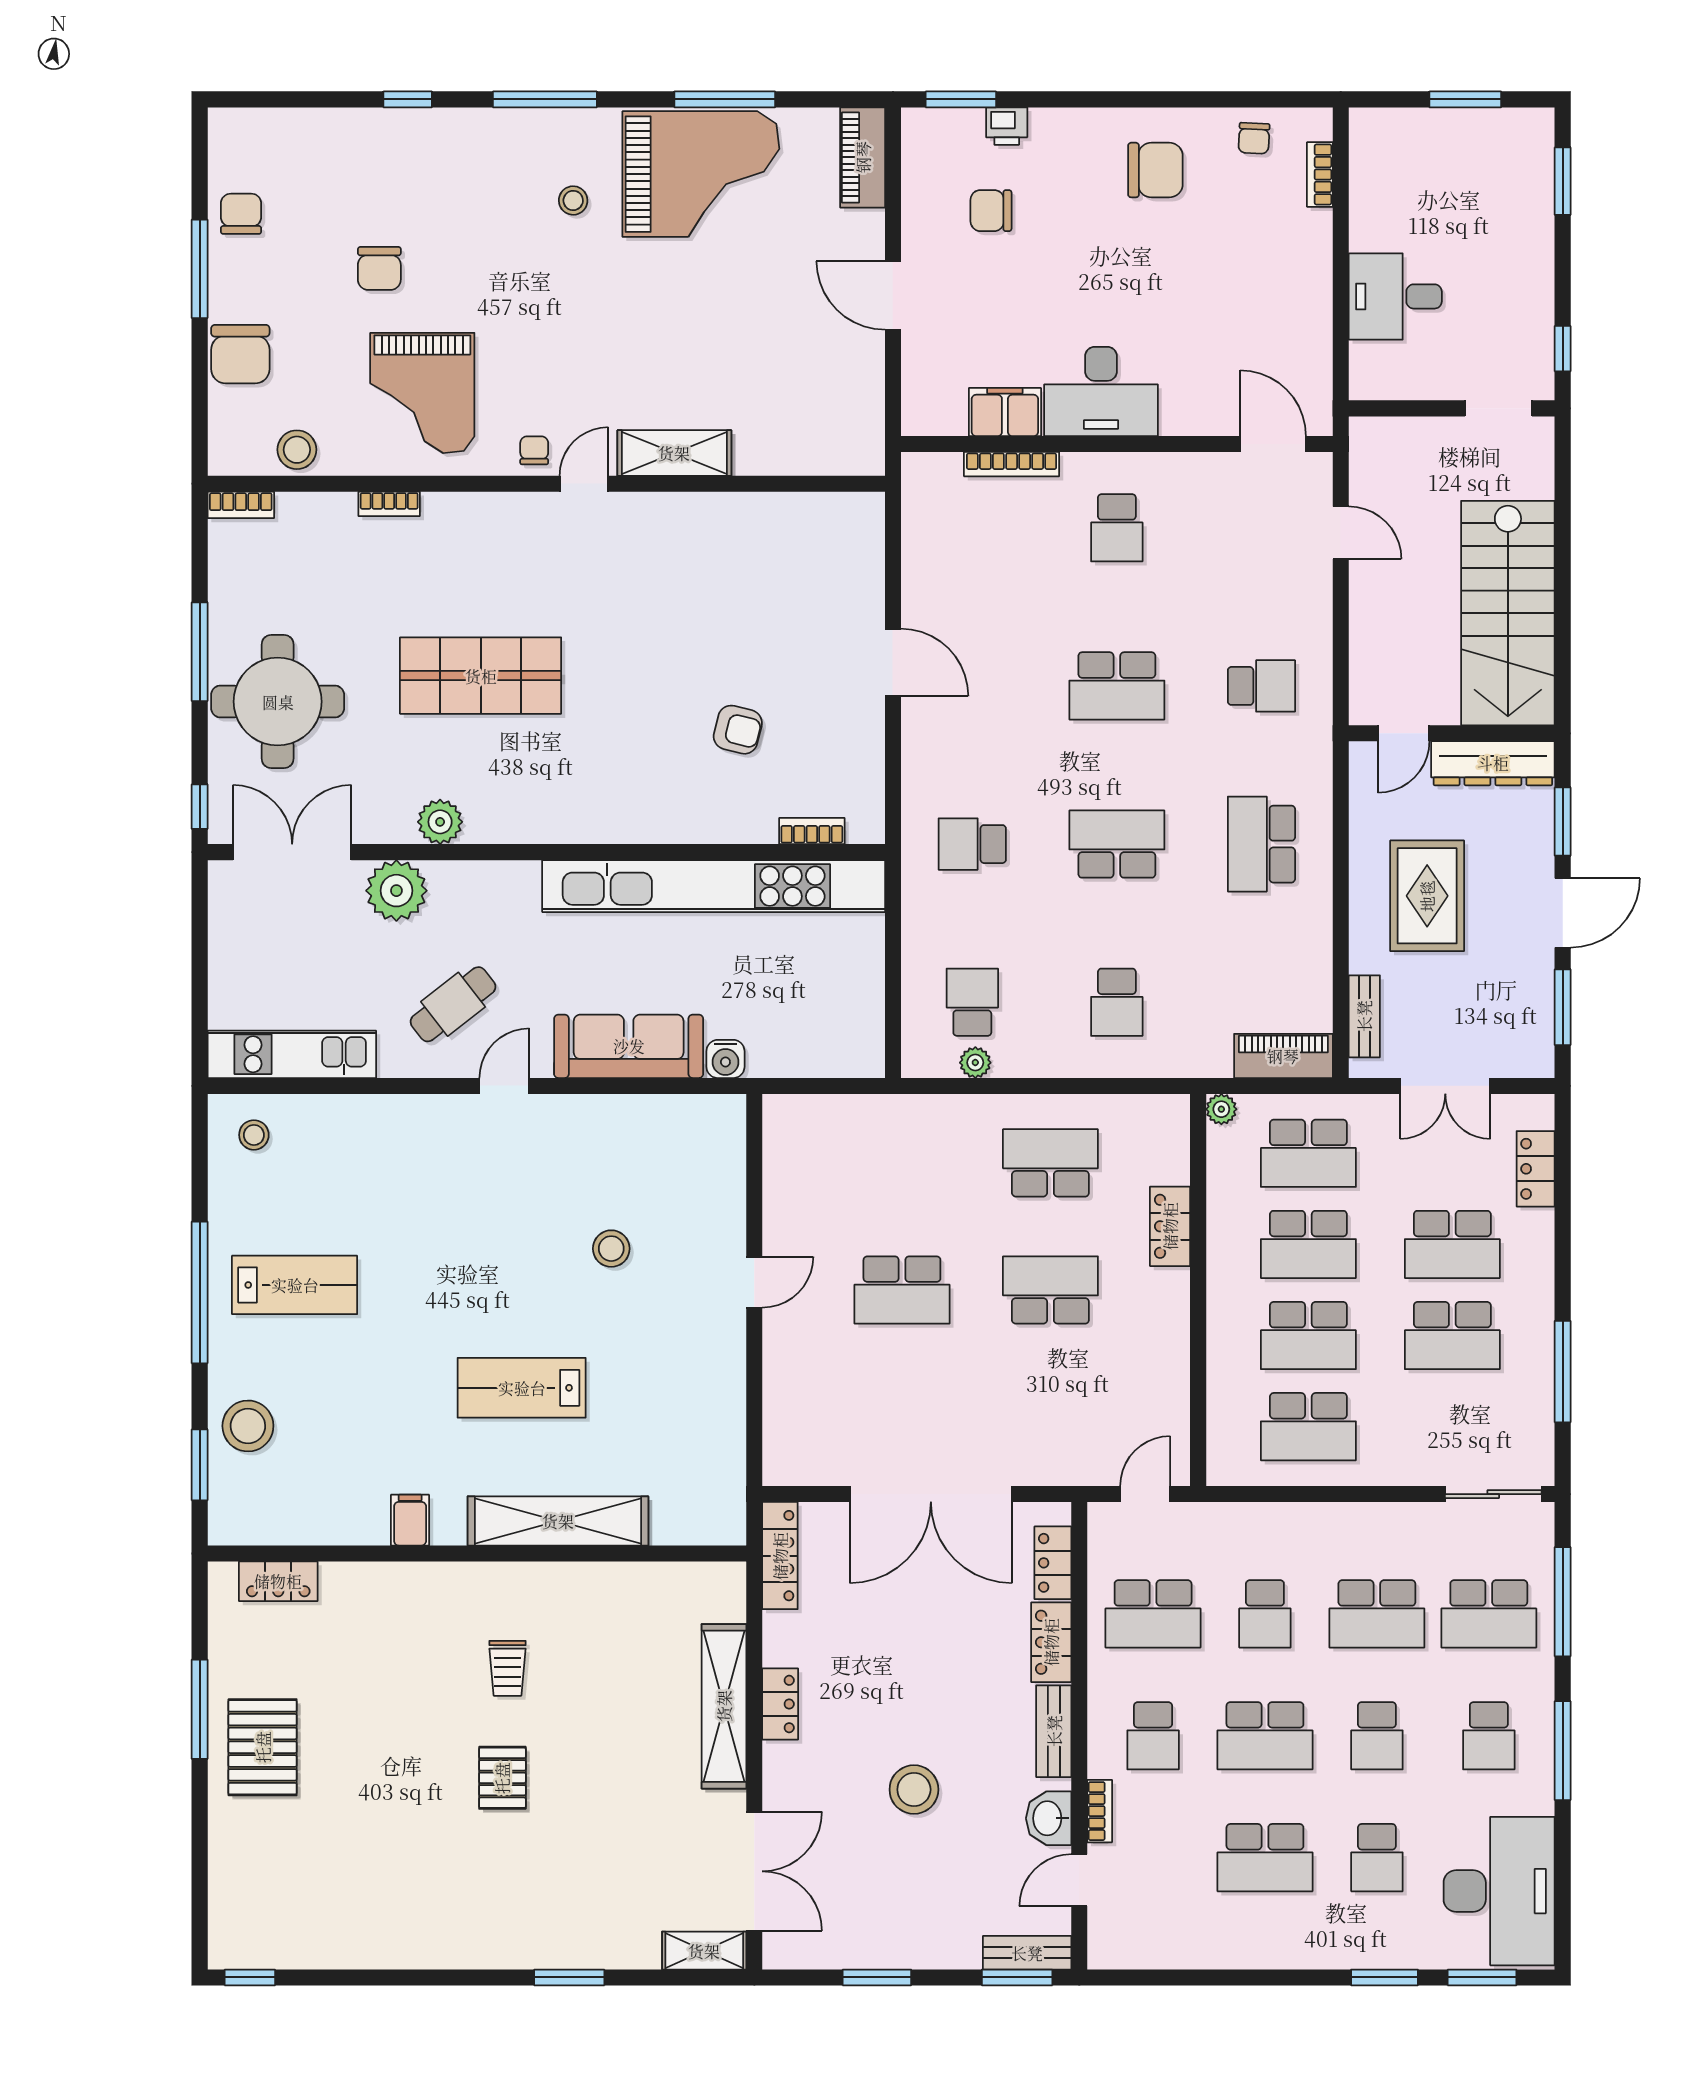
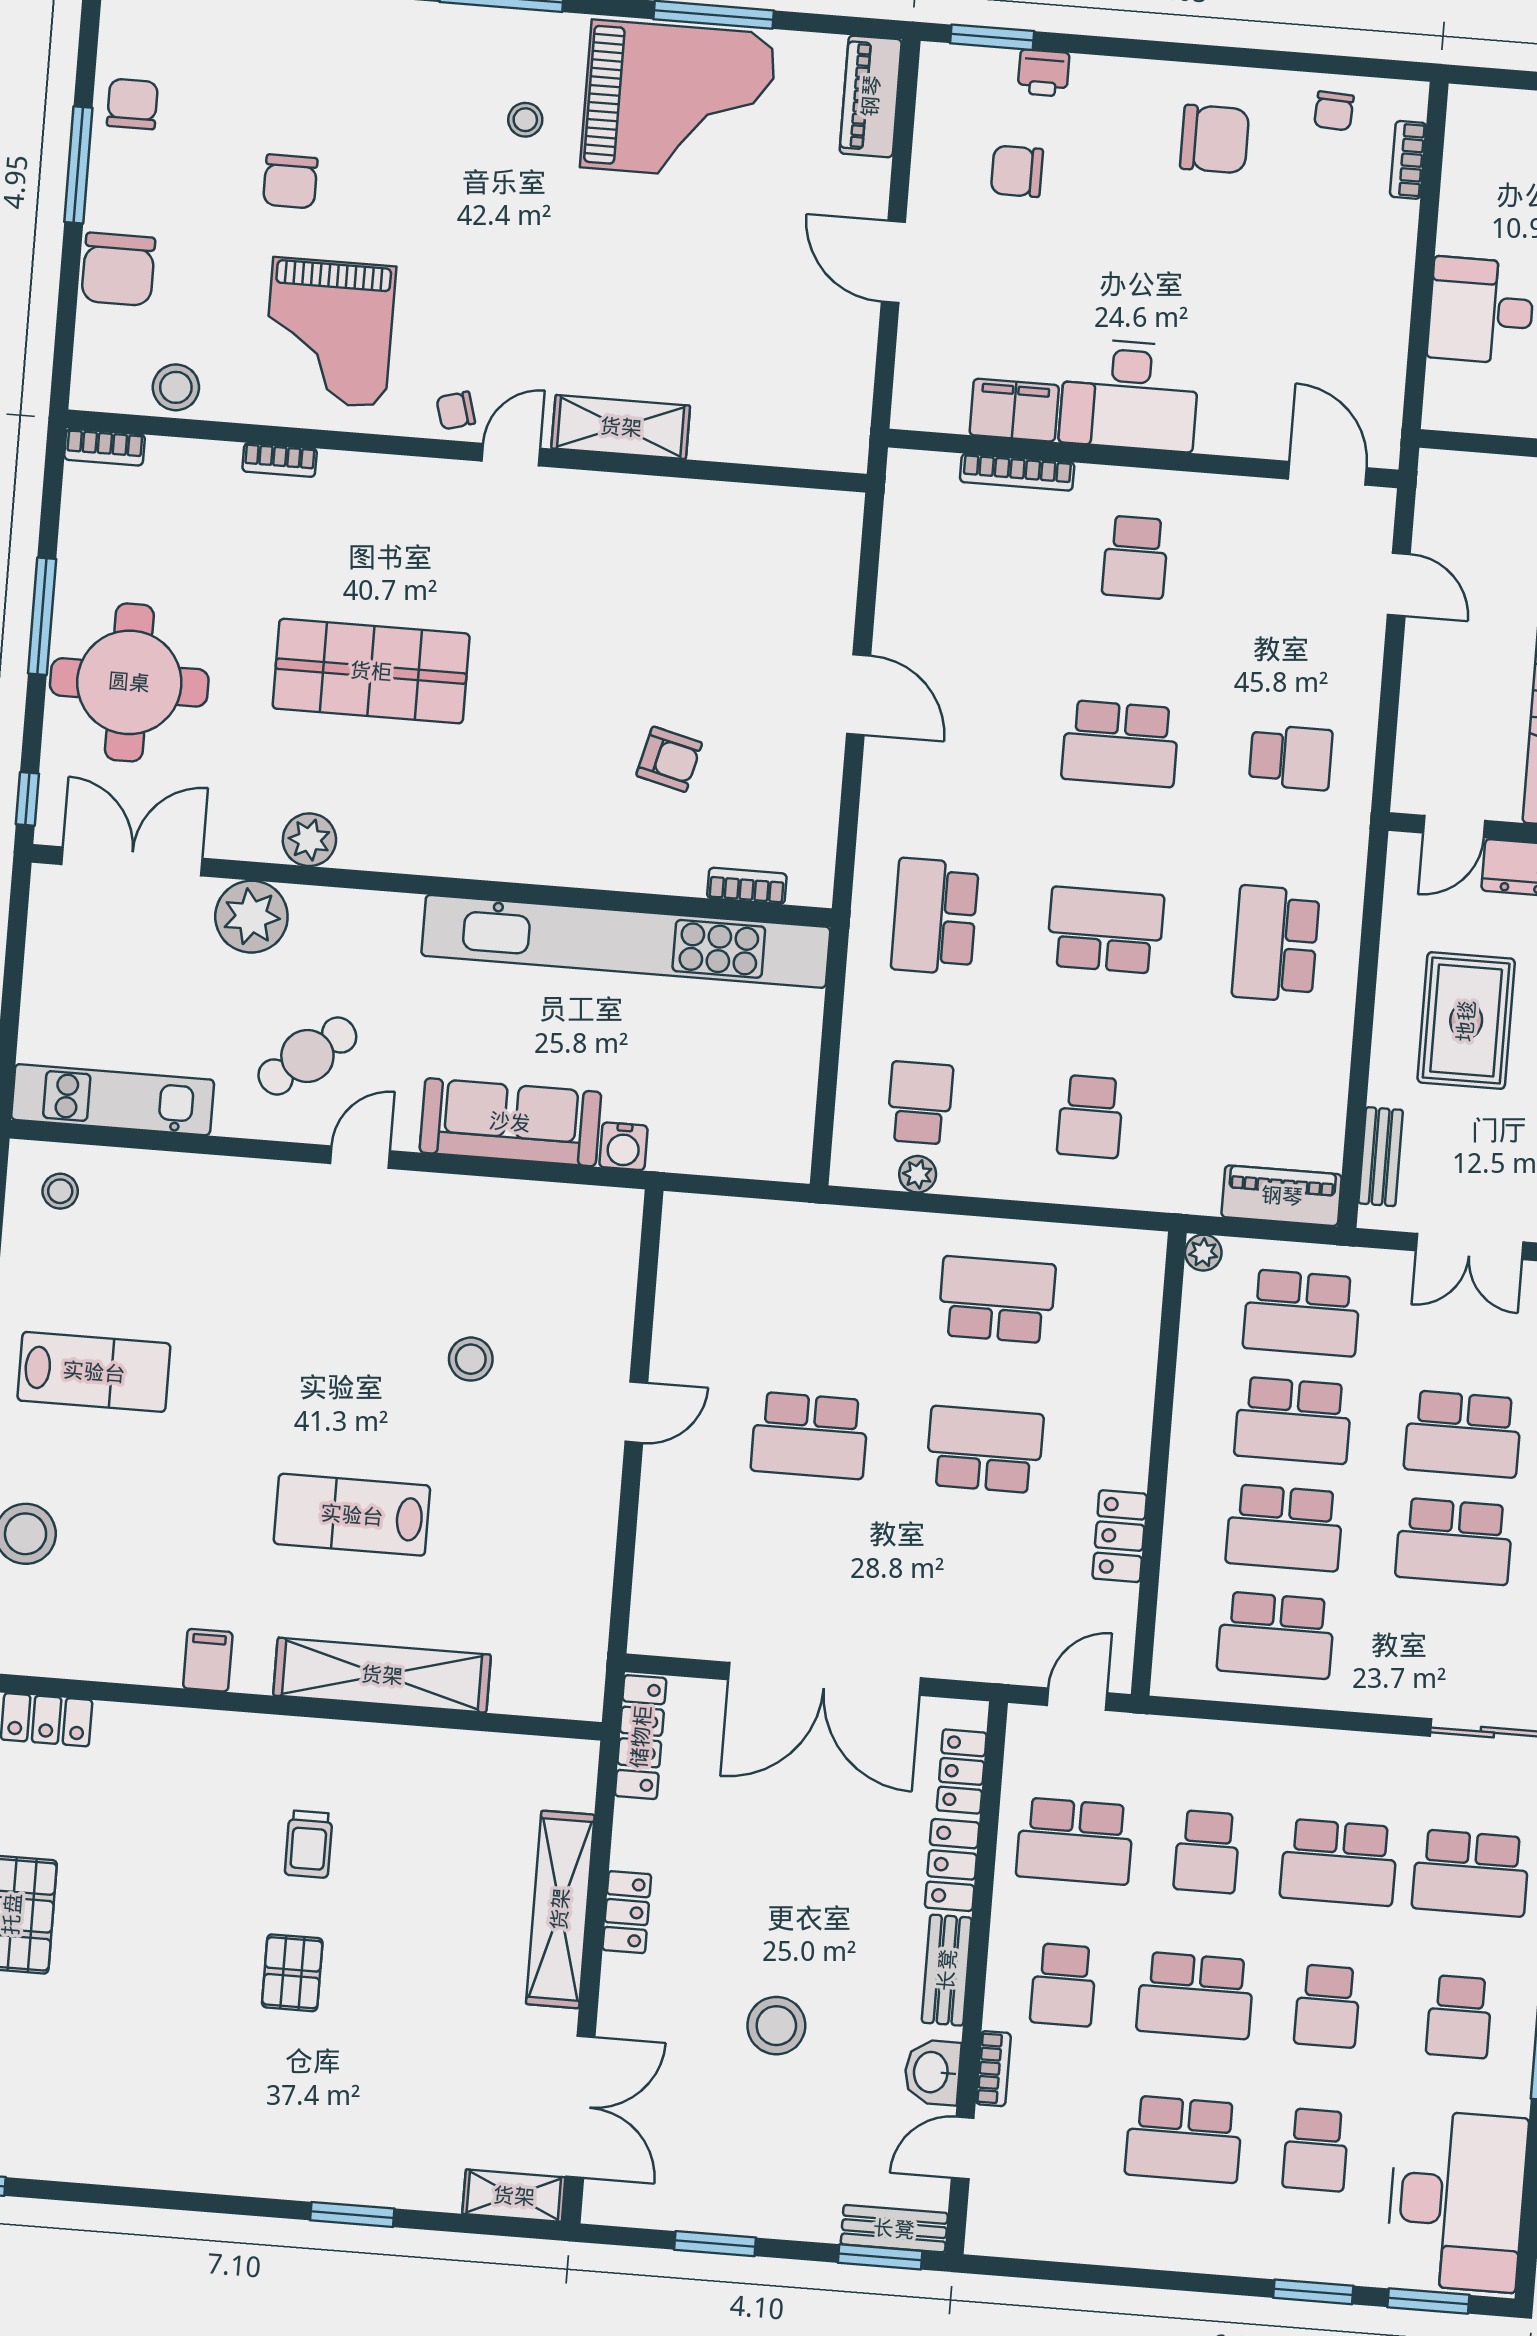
chair: (534, 450) -> (456, 411), turned -106
school desk: (972, 844) -> (935, 916), width x1.85
locker: (1170, 1226) -> (1120, 1536), moved

